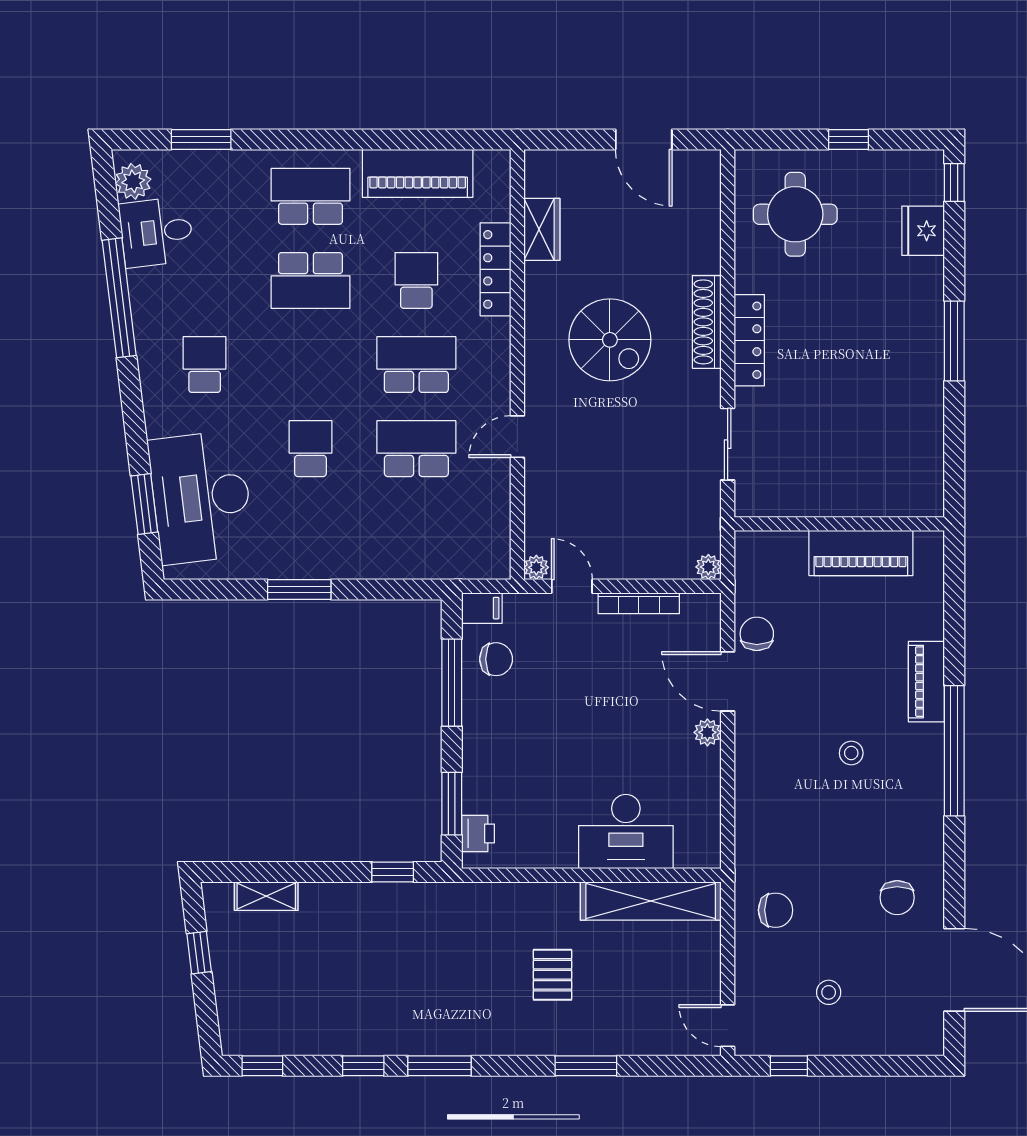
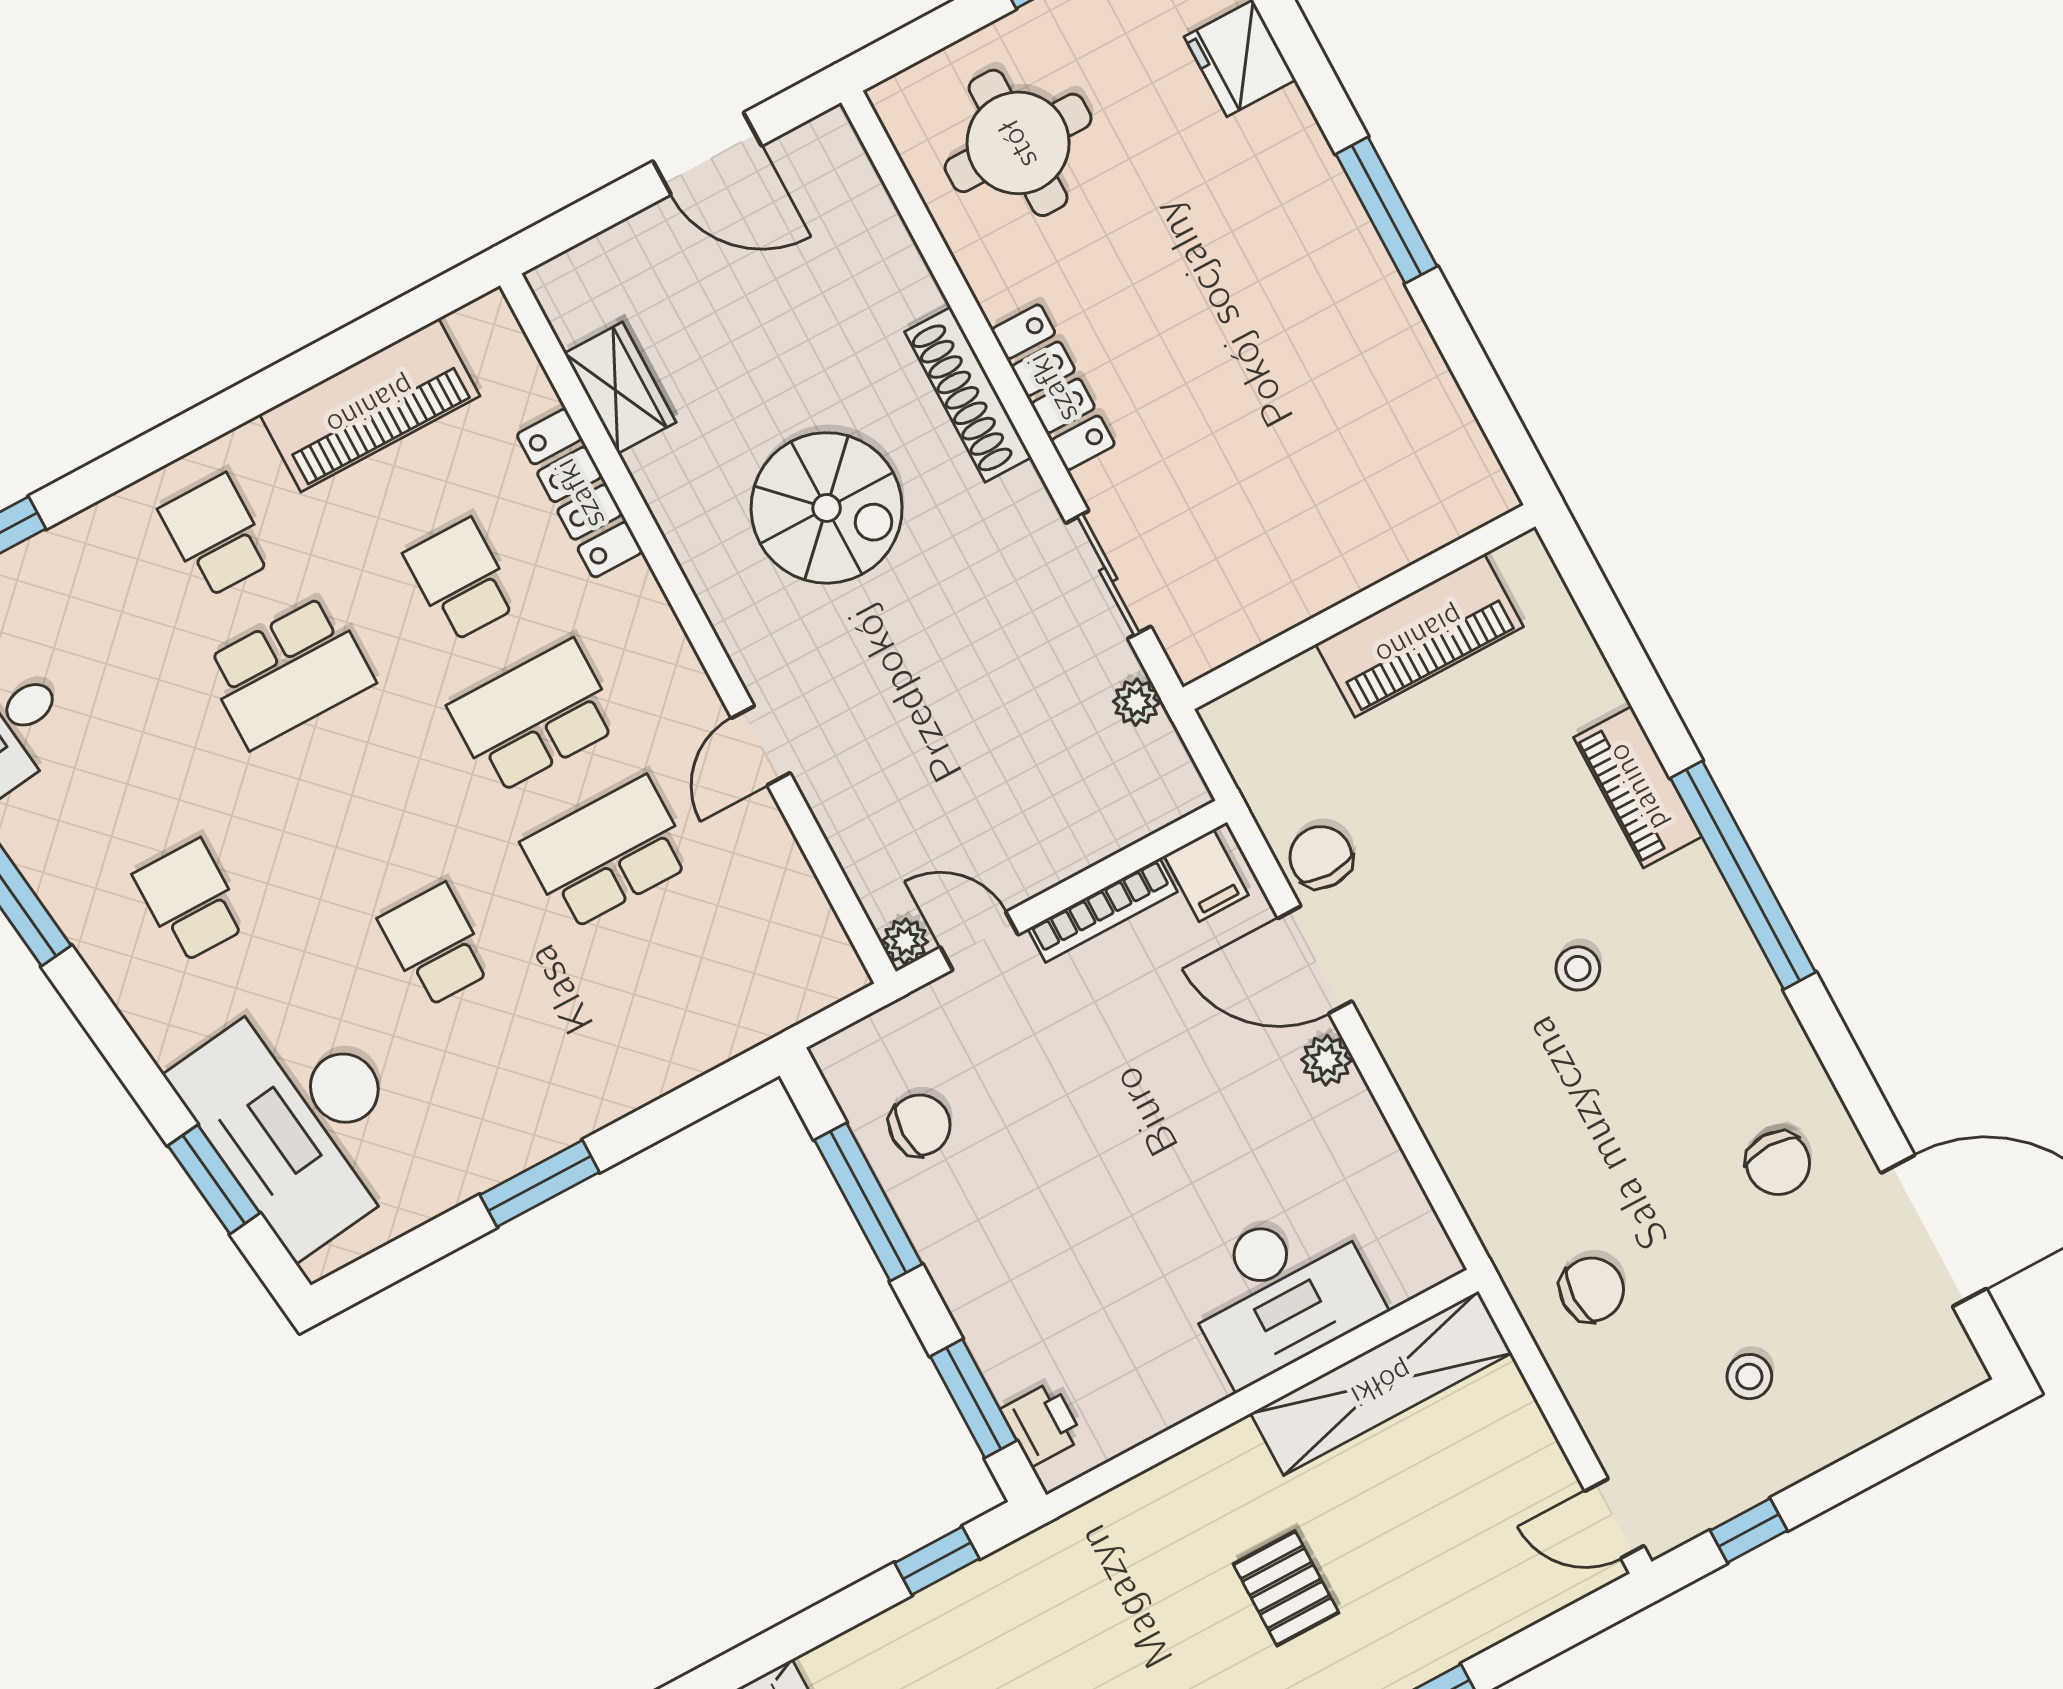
school desk: (310, 196) -> (216, 536), width x0.54
plant: (708, 567) -> (1136, 702), moved
filing cabinet: (482, 608) -> (1206, 875), moved, turned 90

